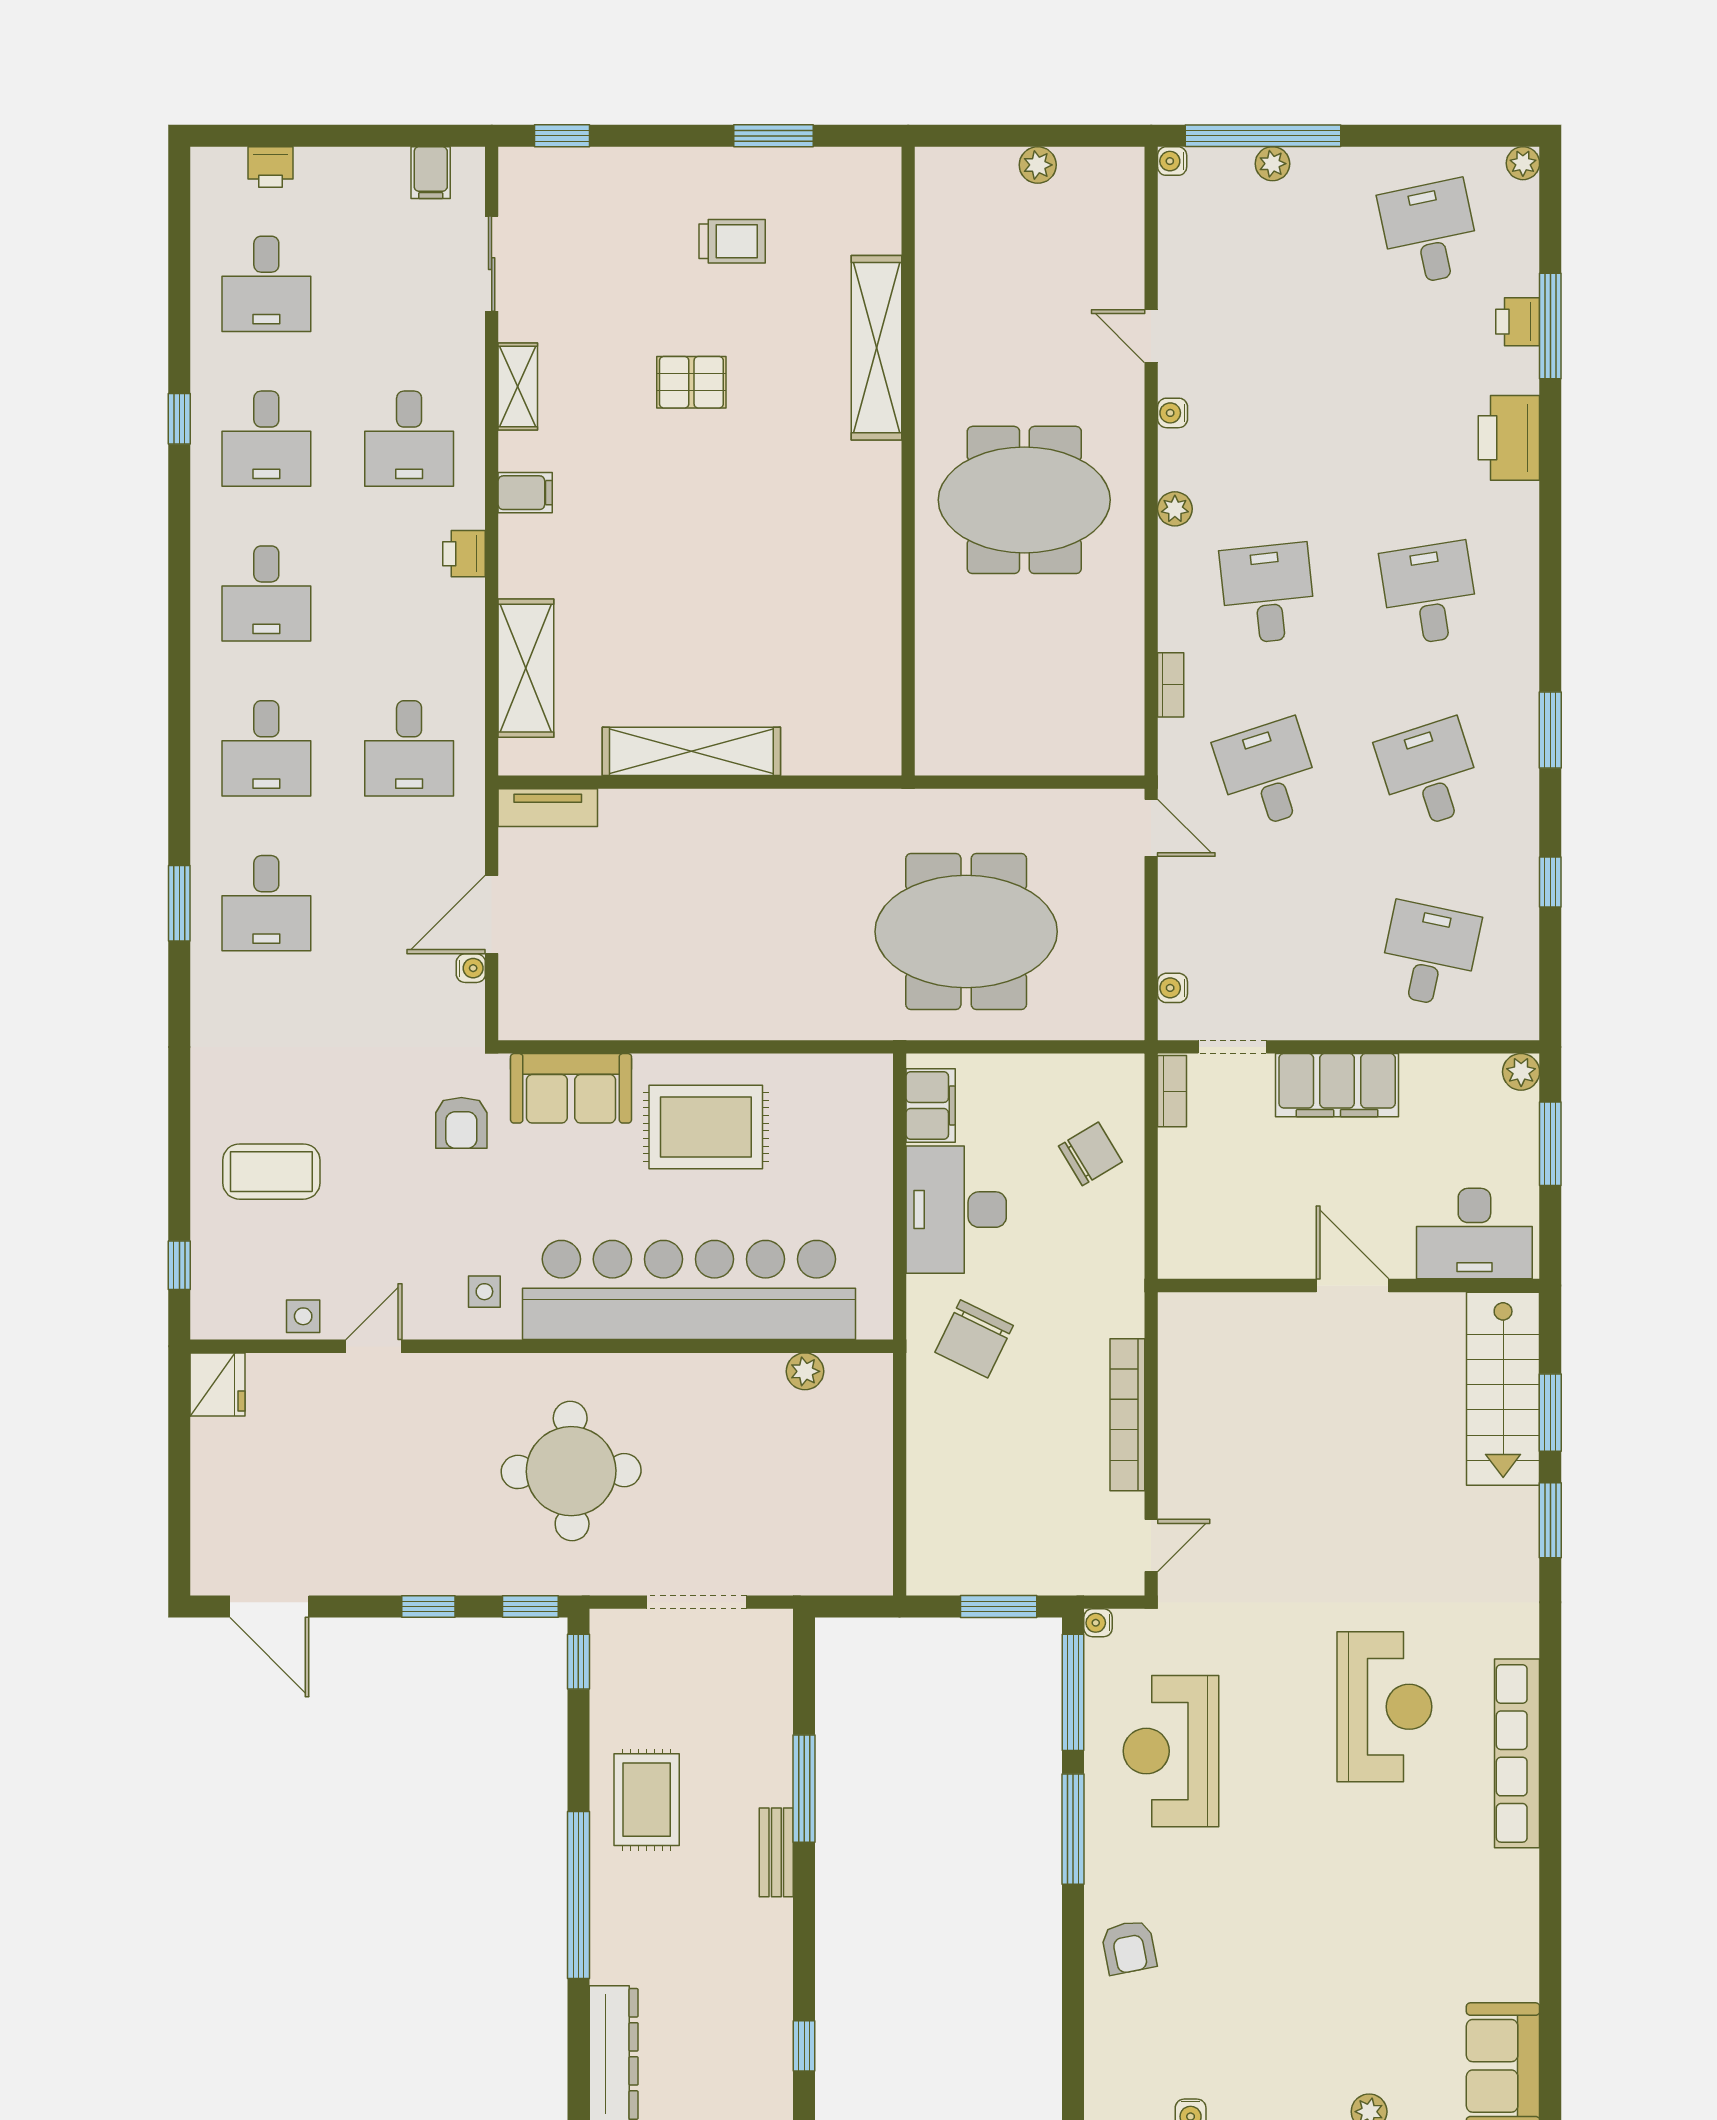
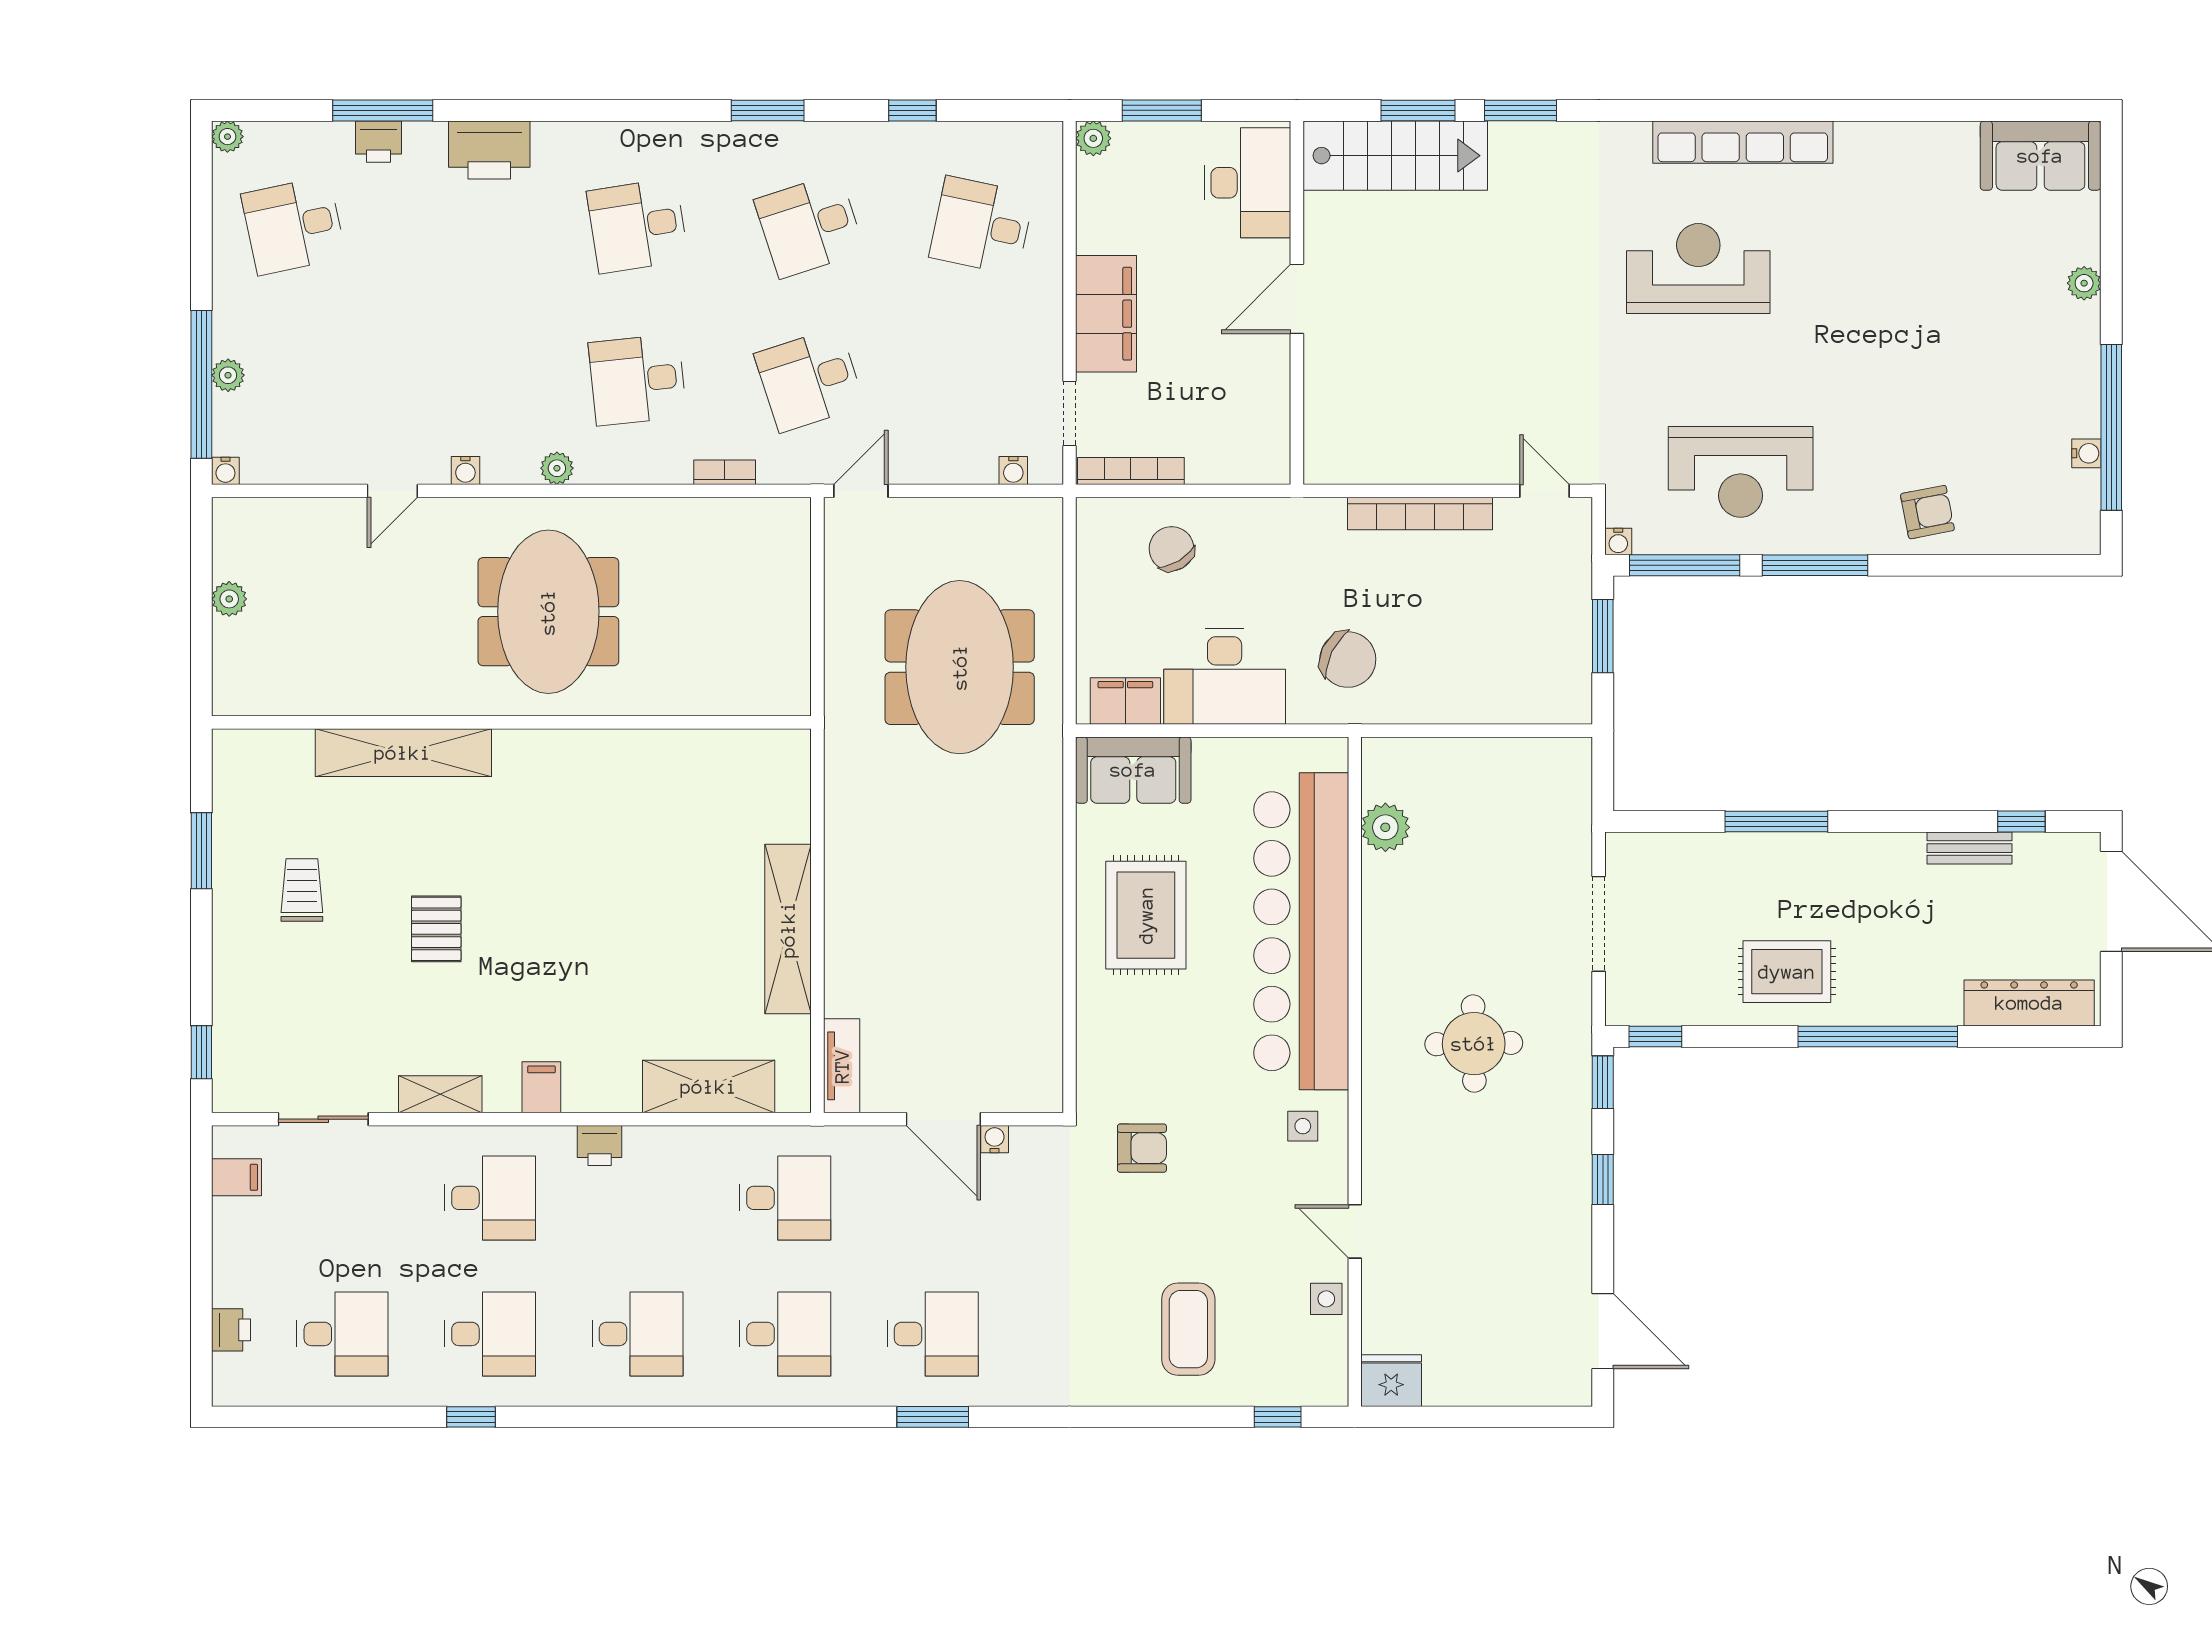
sofa: (571, 1088) -> (1133, 770), moved, turned 90
bookcase: (1172, 1091) -> (1131, 471), width x1.56
plant: (805, 1371) -> (1385, 827), width x1.38, depth x1.38
round table: (571, 1471) -> (1474, 1044), width x0.73, depth x0.73
door: (269, 1607) -> (1603, 1331), hinge flipped
bench: (776, 1852) -> (1970, 848), moved

